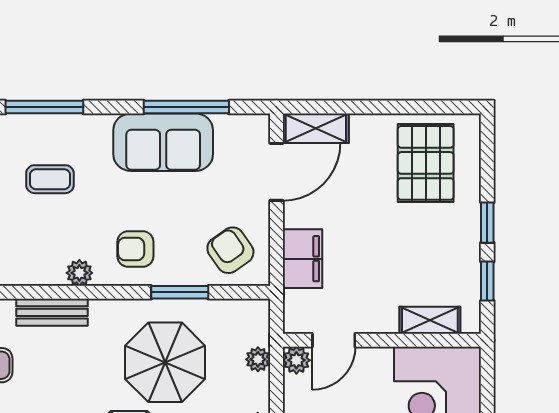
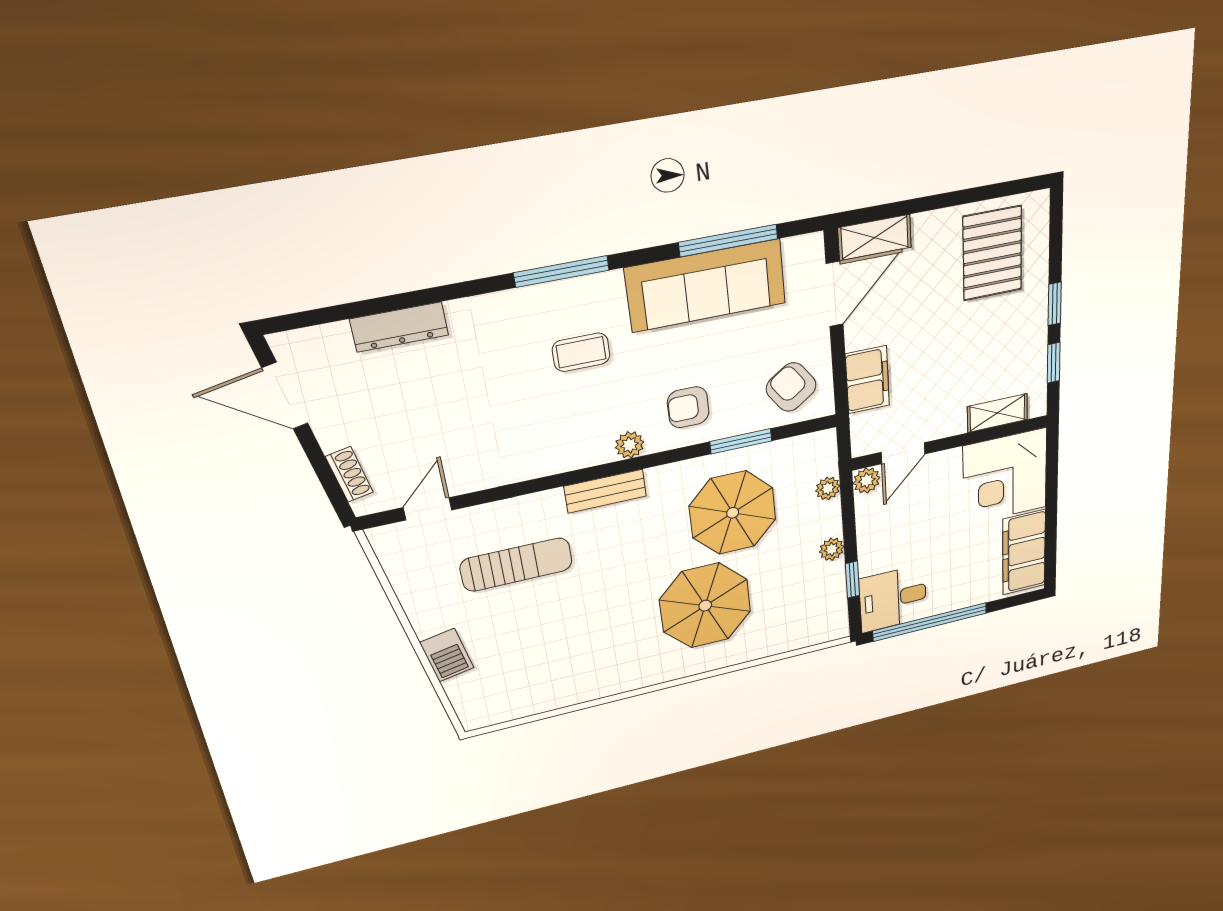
sofa: (163, 142) -> (706, 286), width x1.36

